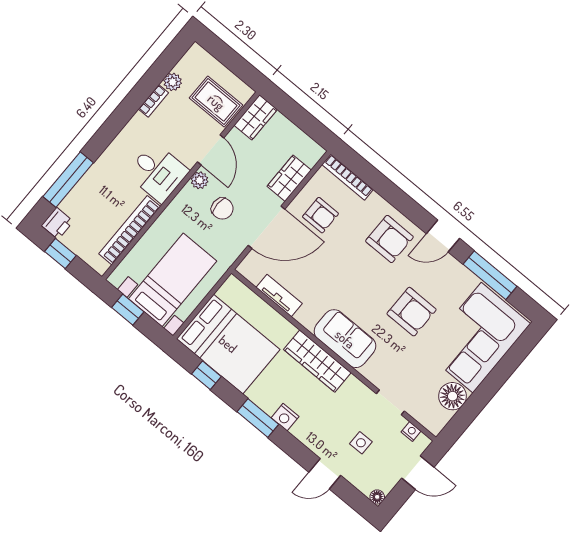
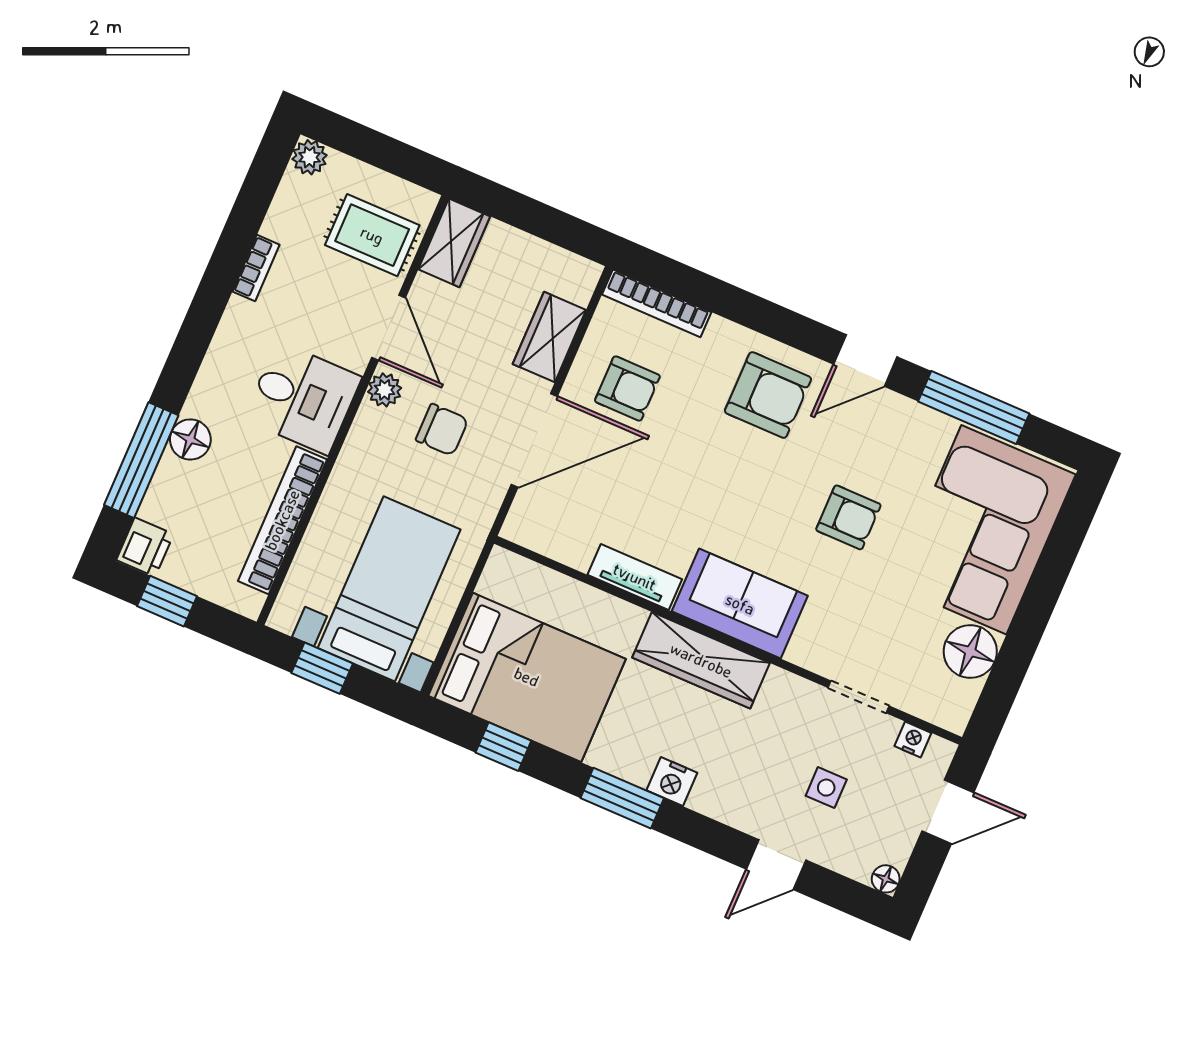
plant: (173, 82) -> (310, 157), moved
floor lamp: (96, 177) -> (190, 439), added
tv unit: (279, 296) -> (635, 577), moved
armchair: (412, 312) -> (848, 517), width x0.72, depth x0.72

